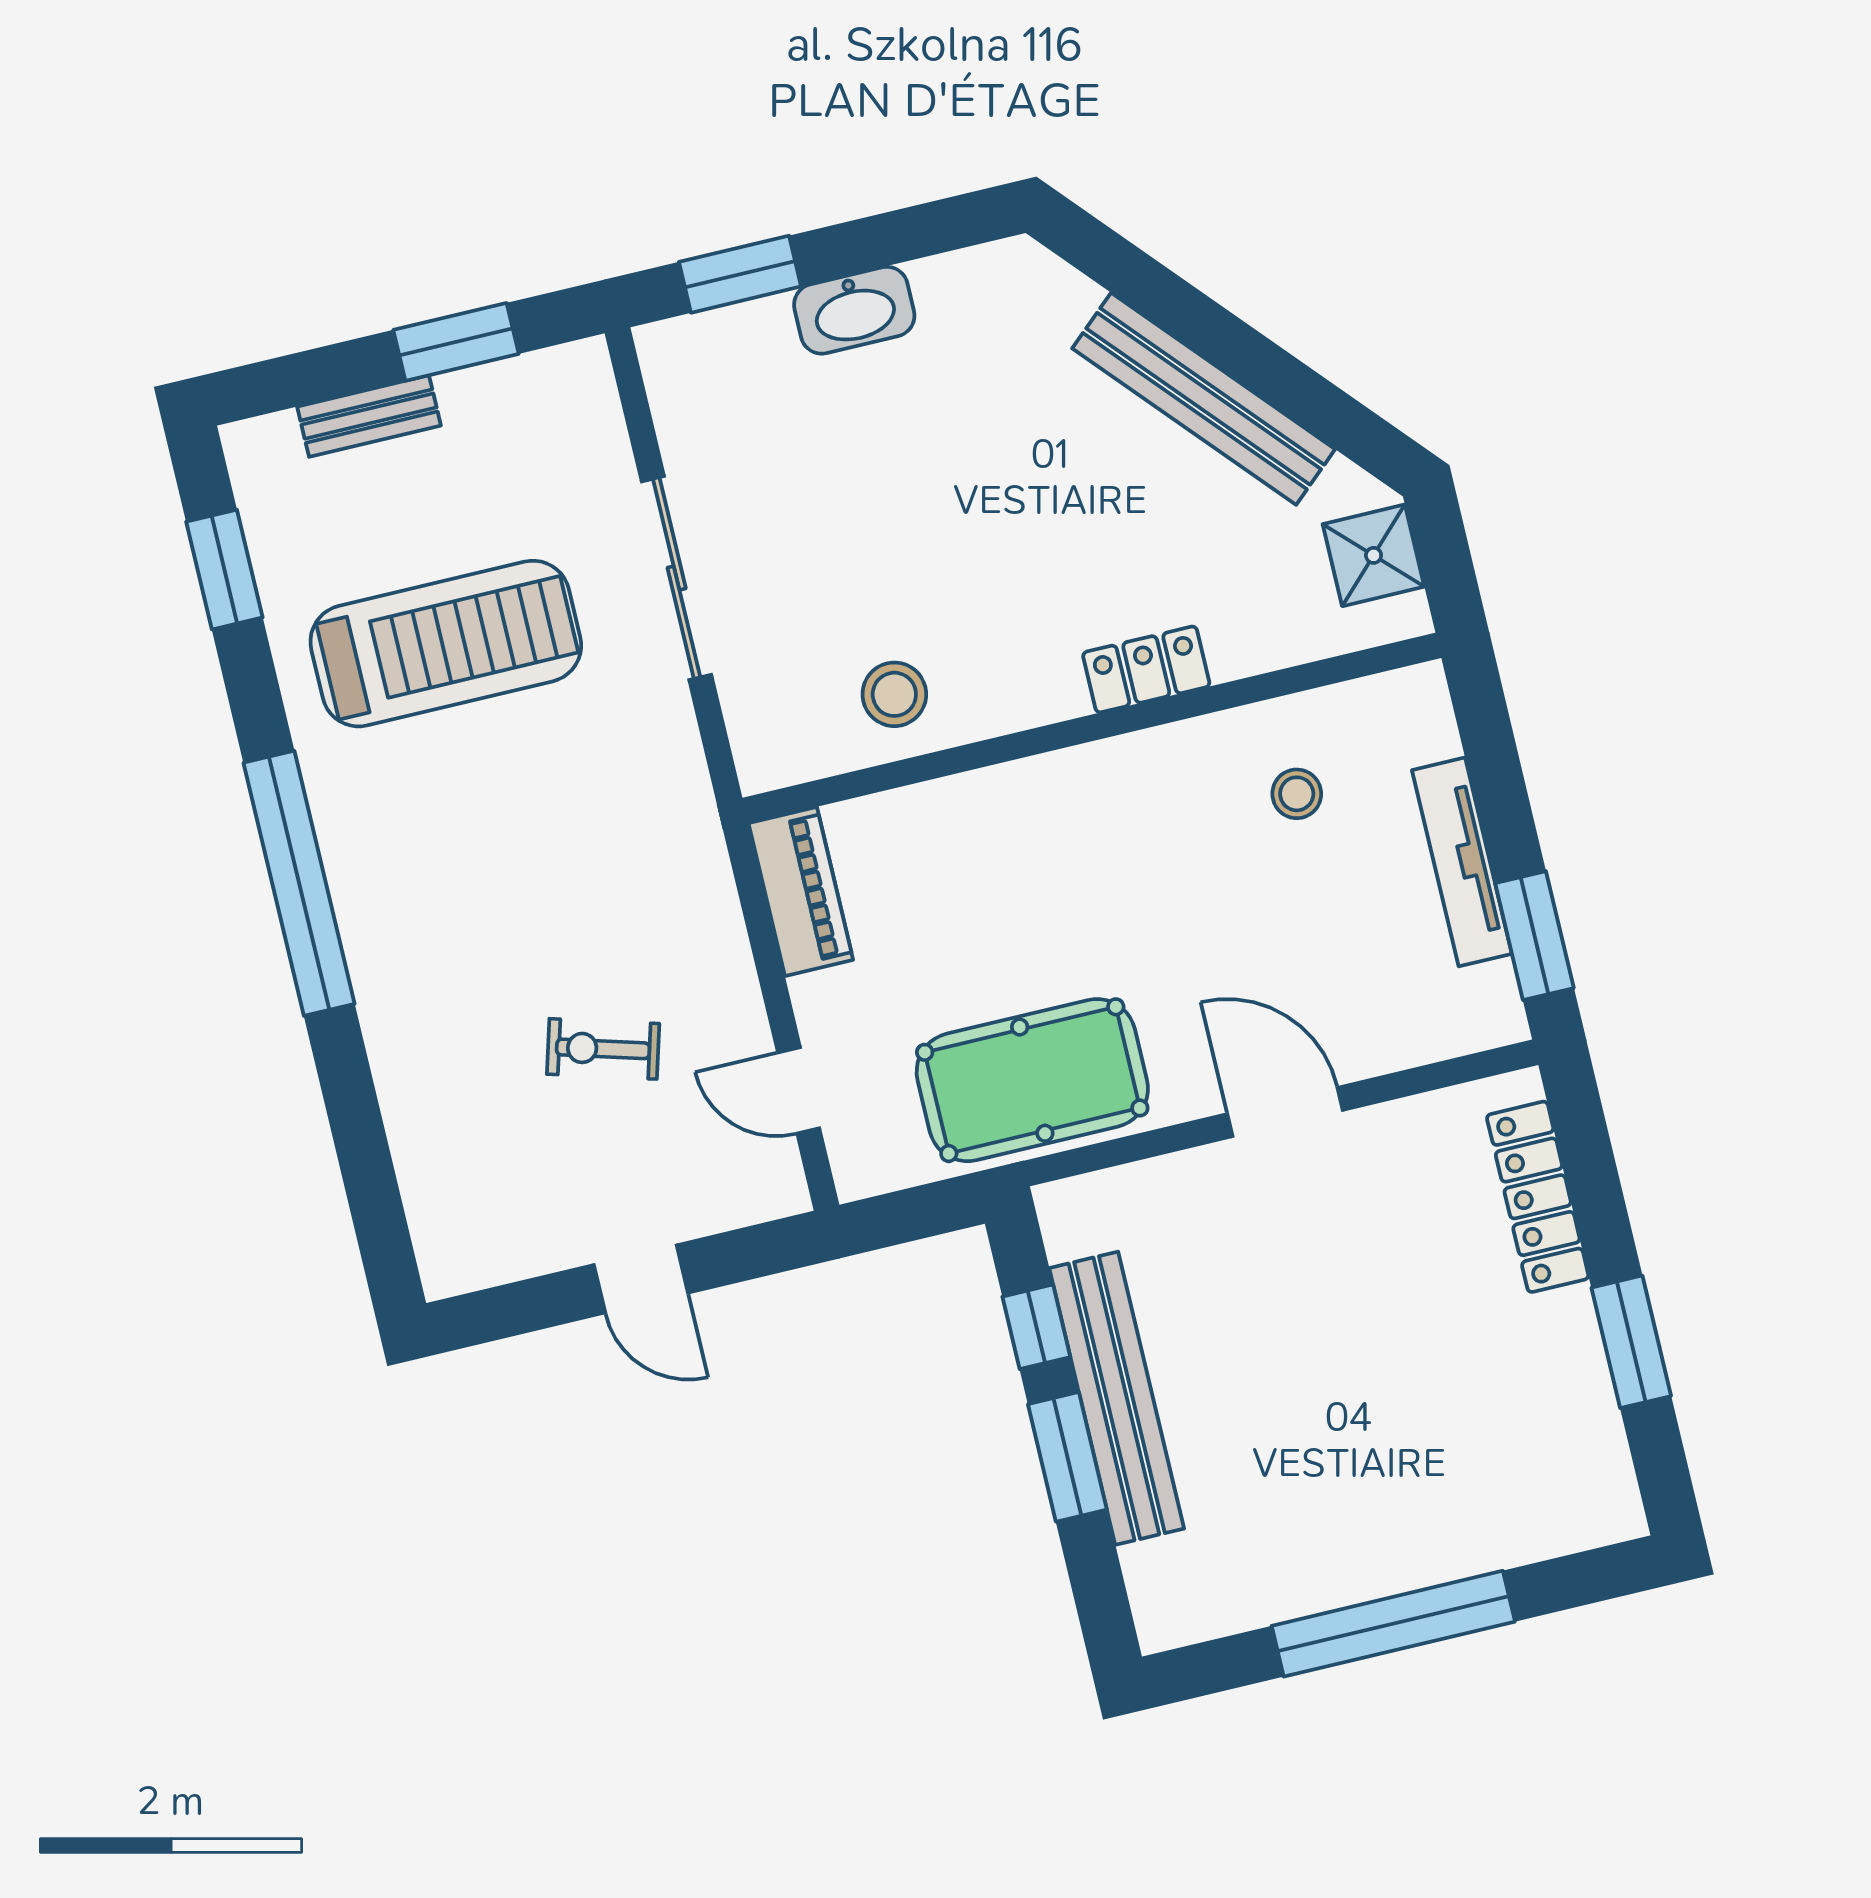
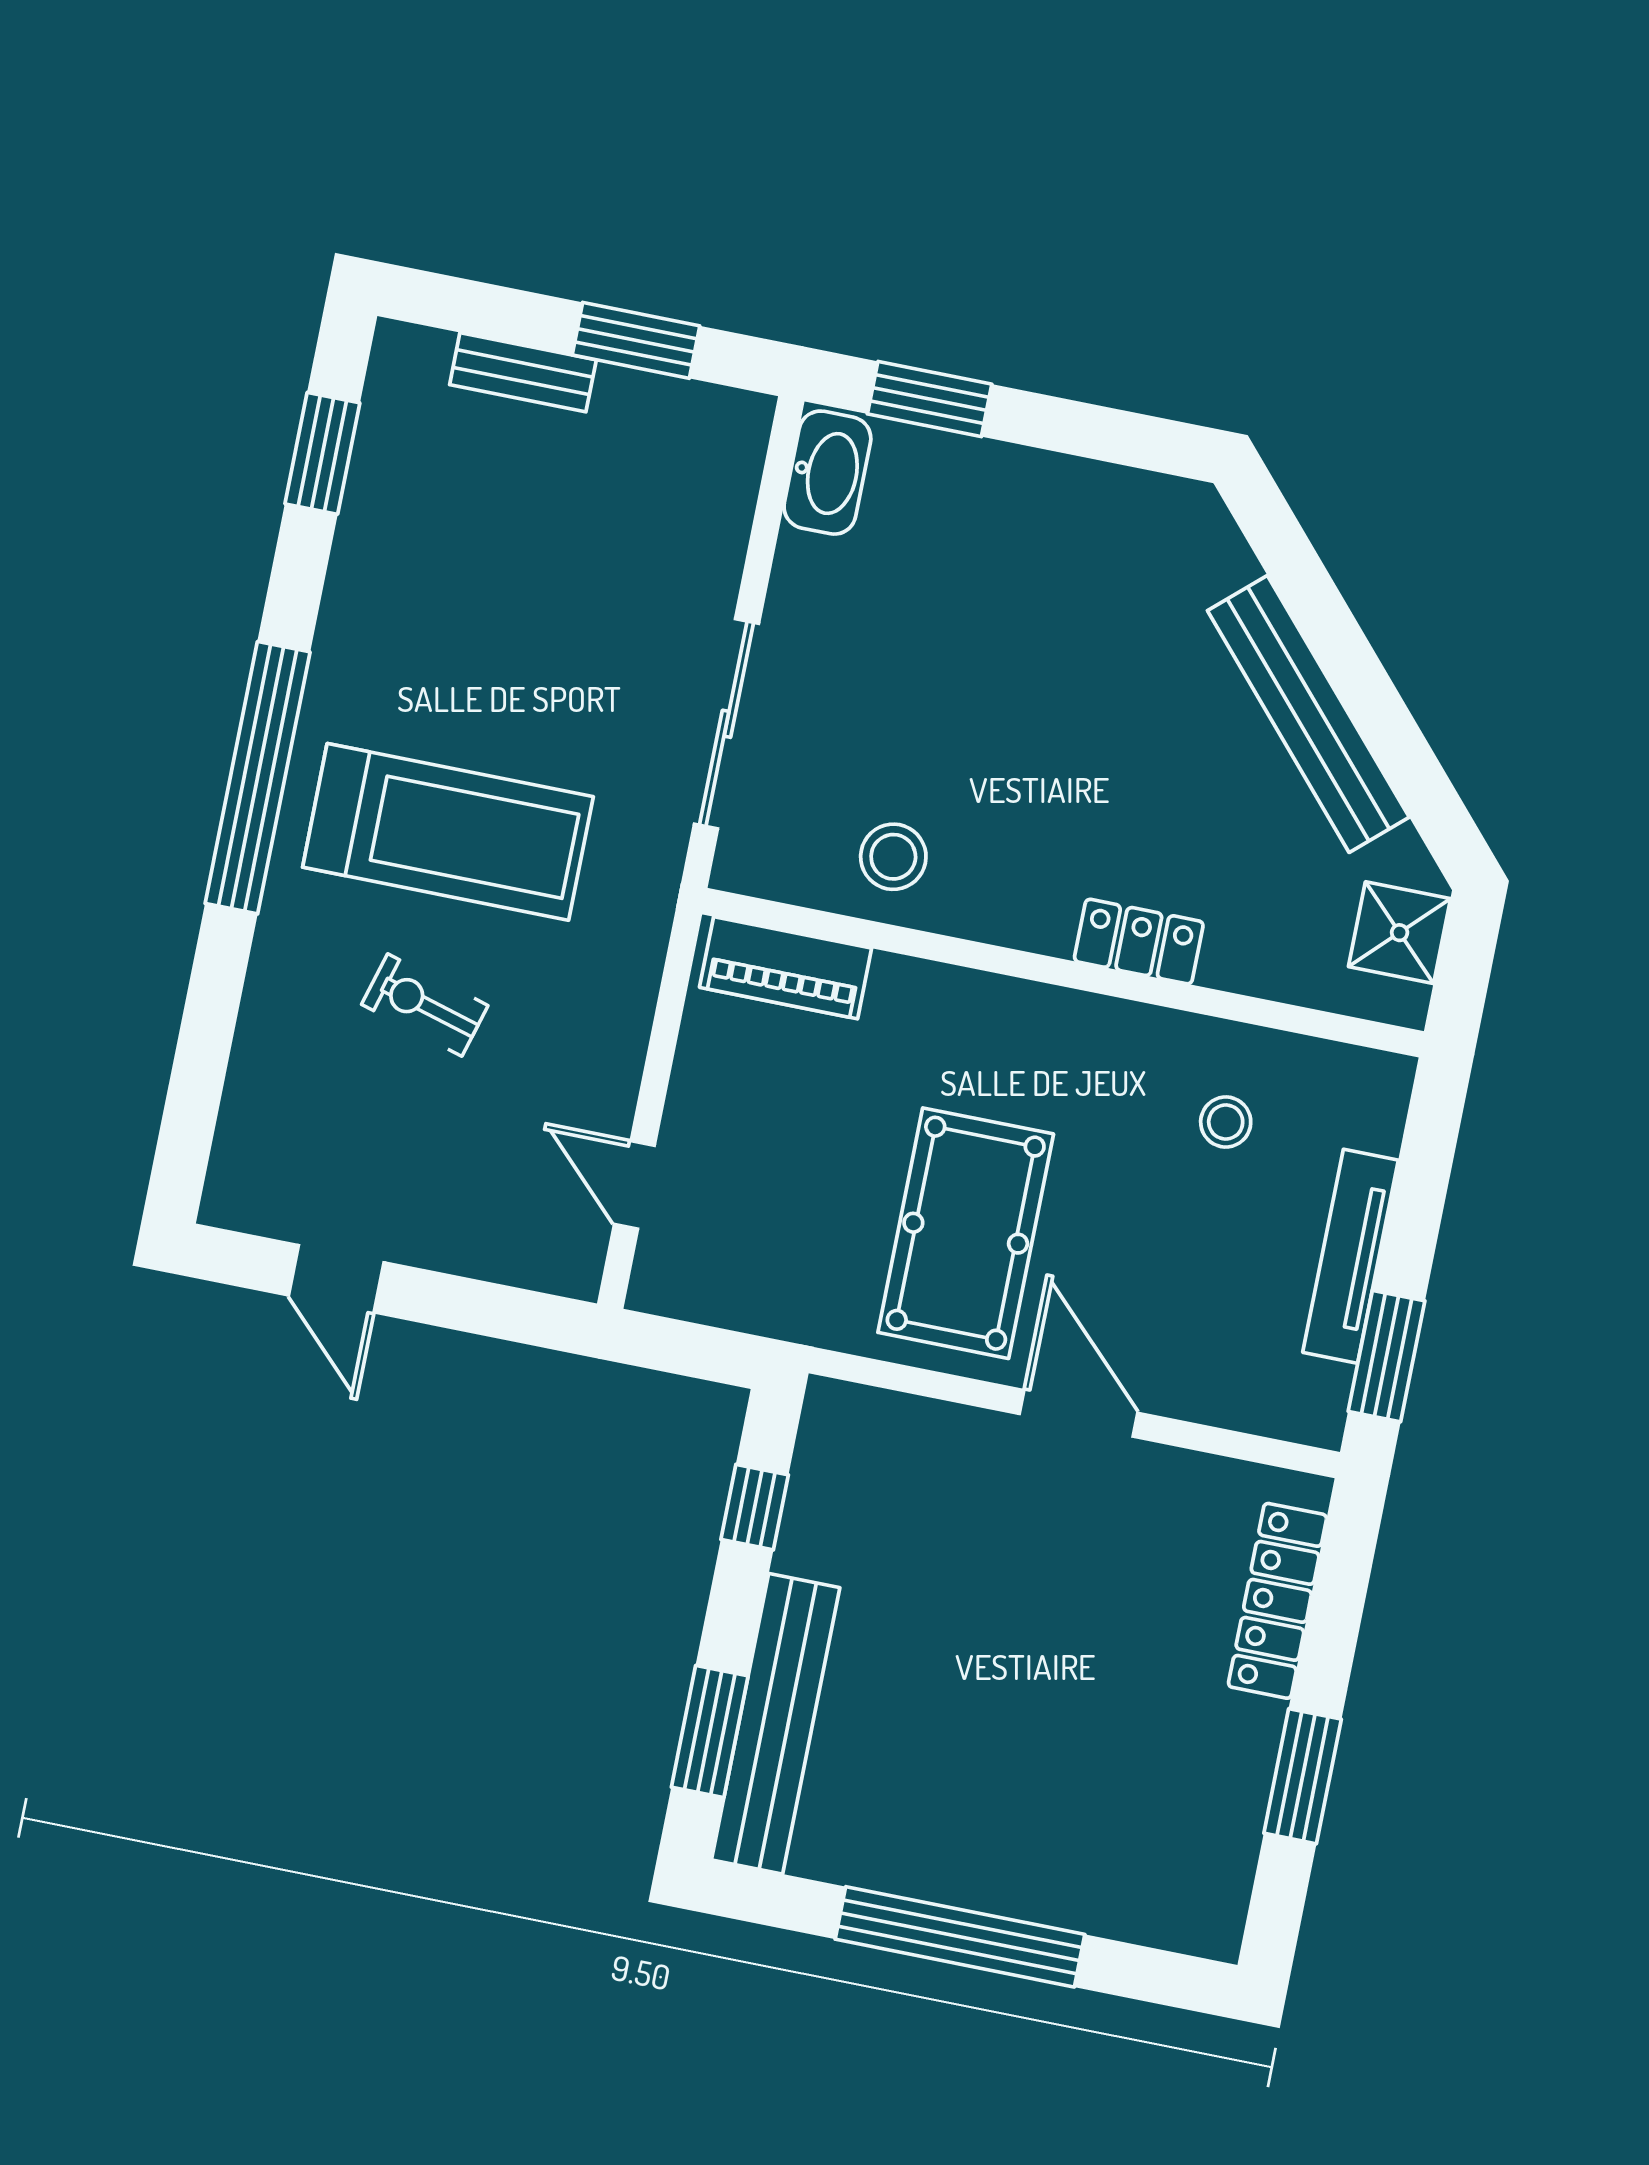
washbasin: (854, 310) -> (827, 473), moved, turned -90
sliding door: (677, 578) -> (726, 724), moved
treadmill: (446, 644) -> (448, 832), moved
piano: (801, 891) -> (786, 968), moved, turned 90
exercise bike: (603, 1049) -> (425, 1005), moved
pool table: (1032, 1080) -> (966, 1233), moved, turned 90
door: (641, 1279) -> (336, 1279), moved
bench: (1117, 1398) -> (776, 1724), moved
window: (1067, 1457) -> (710, 1732), moved

